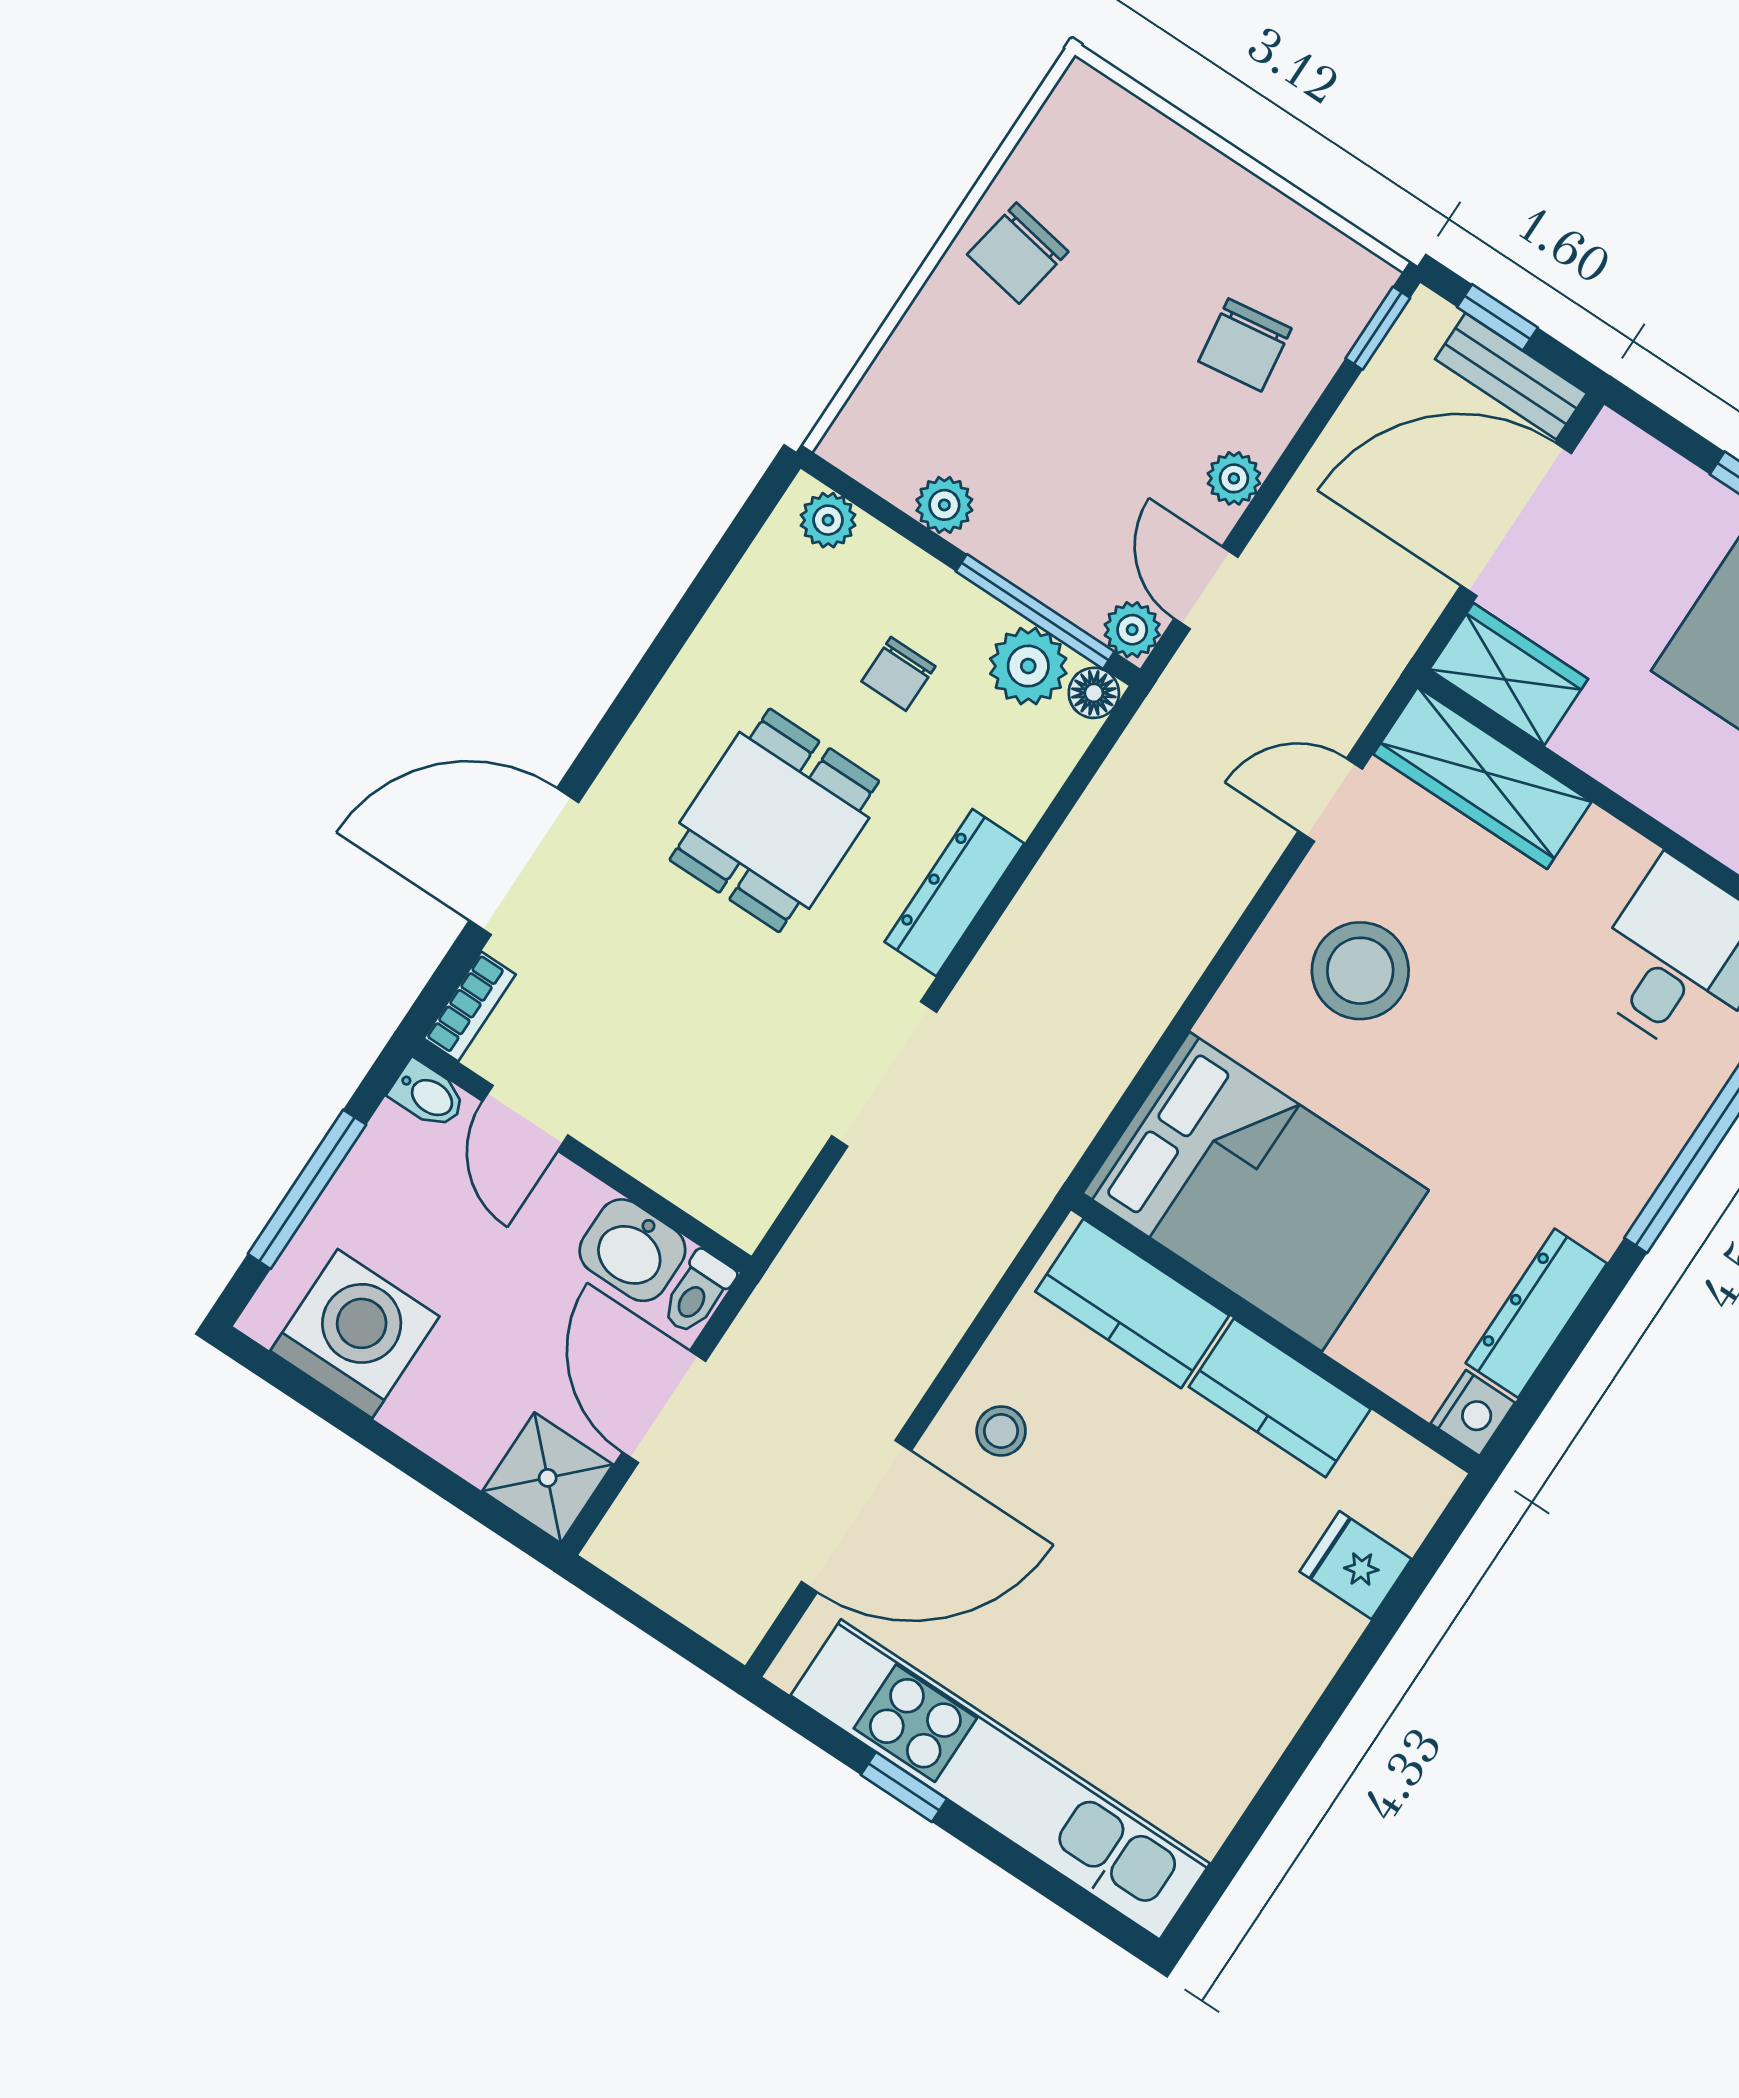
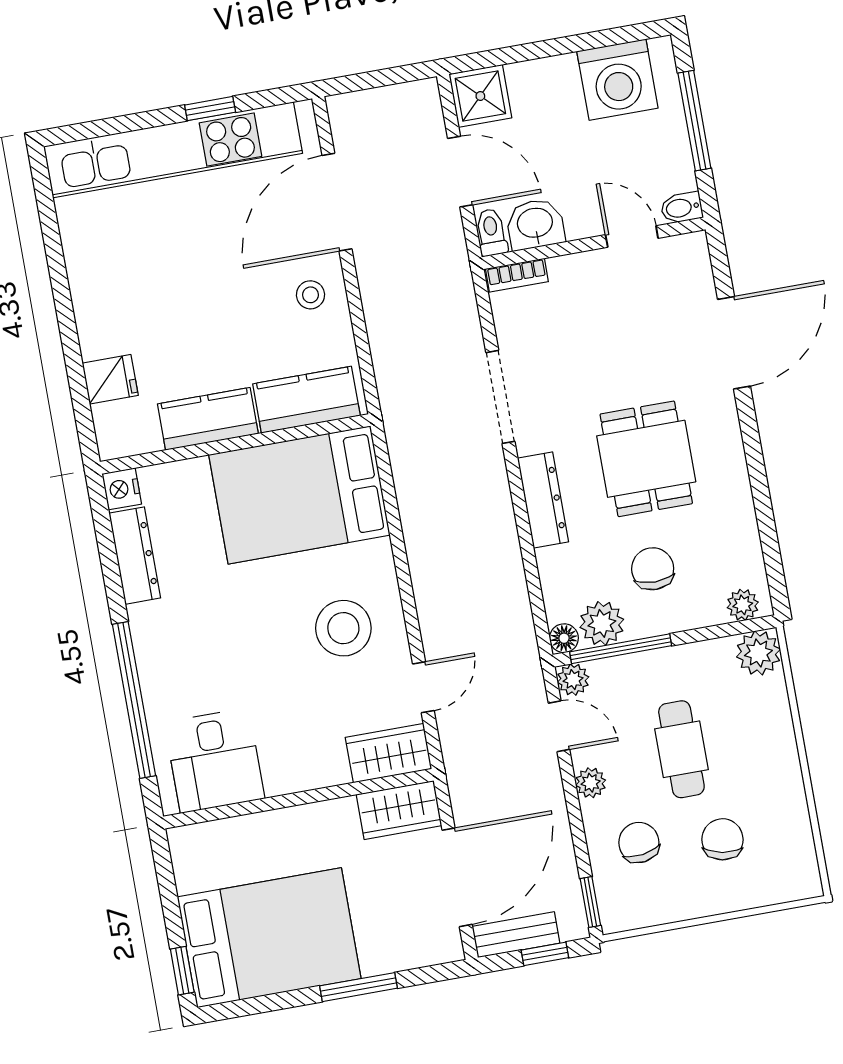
chair: (1018, 253) -> (722, 839), moved
cafe table: (1079, 412) -> (681, 749), added
plant: (944, 505) -> (758, 653), moved, width x1.38, depth x1.38
chair: (898, 674) -> (653, 569), width x1.37, depth x1.37
wardrobe: (1482, 778) -> (389, 753), width x0.67
bookcase: (470, 1006) -> (517, 275), moved, turned -90

